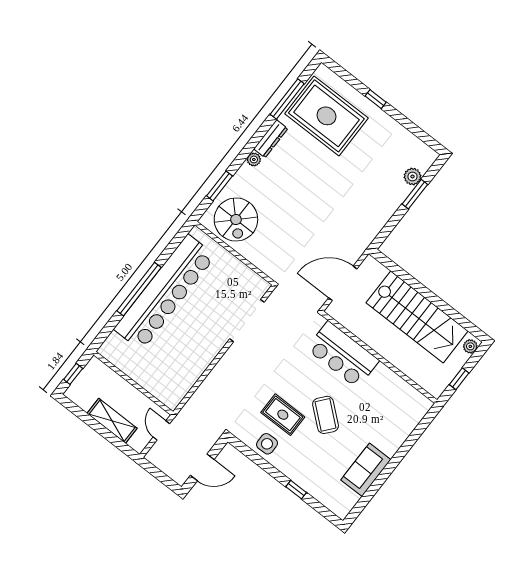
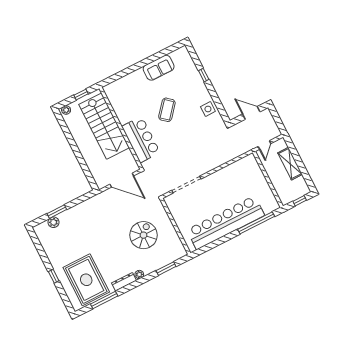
spiral stairs: (236, 220) -> (143, 235), moved
window: (139, 289) -> (256, 223), moved
stairs: (417, 317) -> (104, 126), moved, turned 180
rug: (283, 415) -> (191, 121), removed

